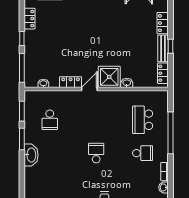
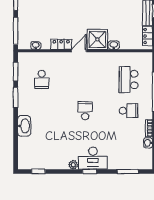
washbasin: (31, 155) -> (24, 126), moved

